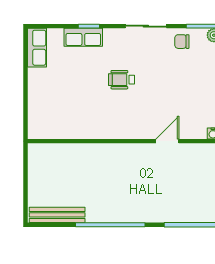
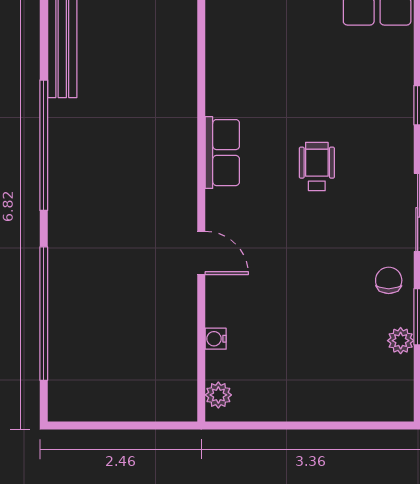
row of seats: (83, 37) -> (222, 153), moved, turned 180

